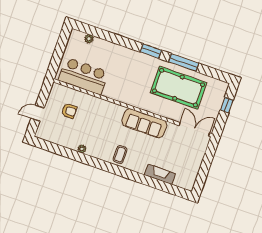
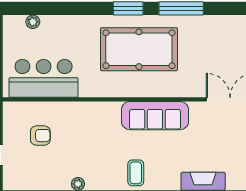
pool table: (179, 88) -> (139, 49), moved

